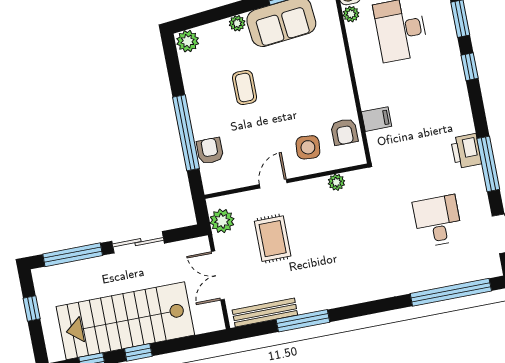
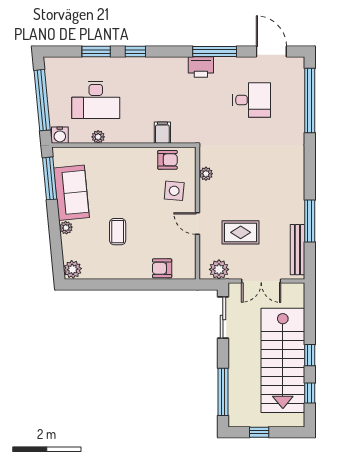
plant: (351, 14) -> (98, 137), moved
coffee table: (245, 88) -> (118, 232), turned 90
window: (186, 133) -> (144, 284), removed
desk: (438, 221) -> (252, 100), turned 180
sliding door: (138, 242) -> (223, 318), moved

